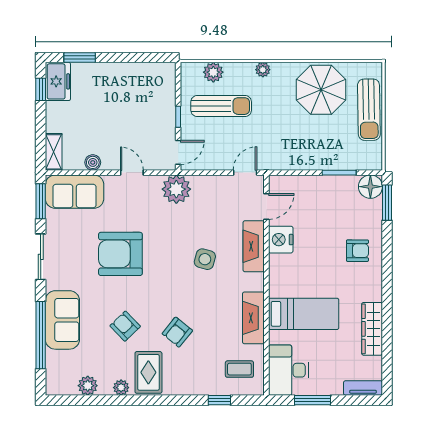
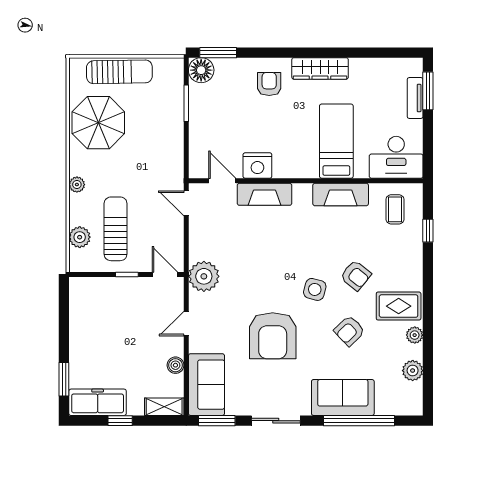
freezer: (58, 81) -> (98, 402), width x1.40
window: (41, 89) -> (120, 421), moved
side table: (205, 259) -> (315, 289), moved
wardrobe: (372, 329) -> (320, 68), moved
tv unit: (363, 388) -> (415, 98), moved
window: (313, 400) -> (428, 91), moved

